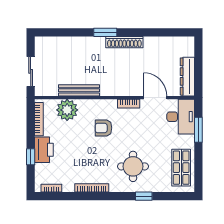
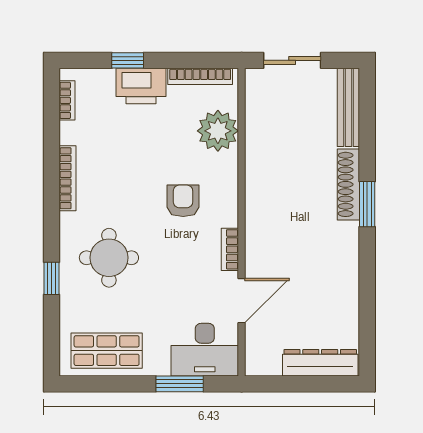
shoe rack: (124, 42) -> (348, 184), moved
dresser: (187, 77) -> (320, 363), moved
bench: (79, 90) -> (348, 107), moved

